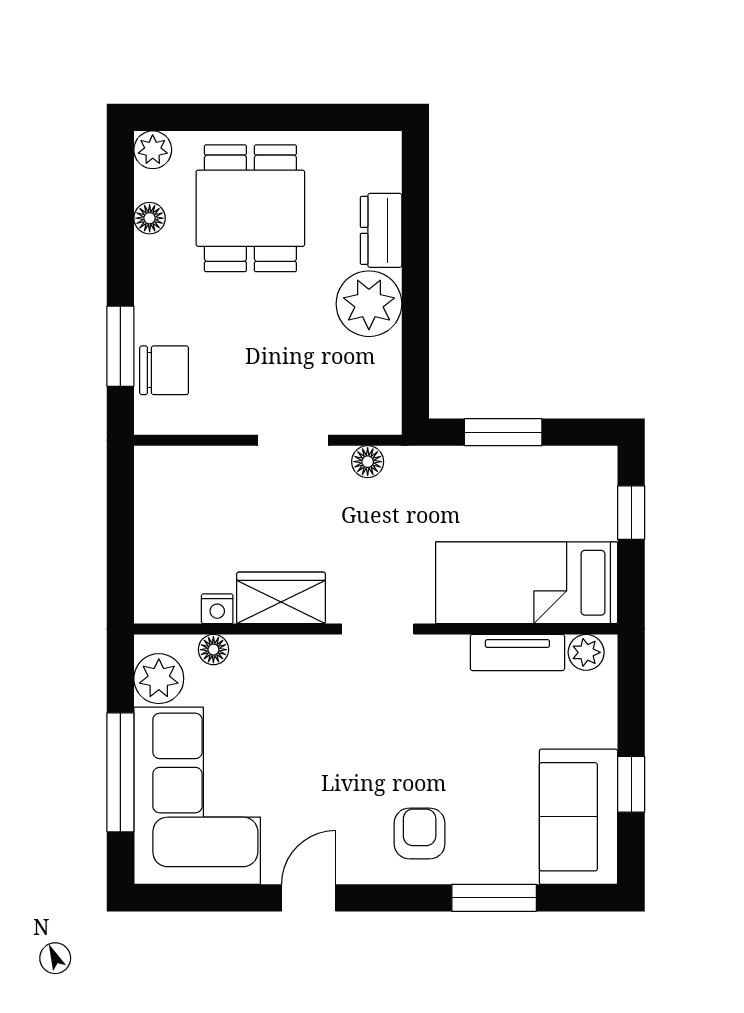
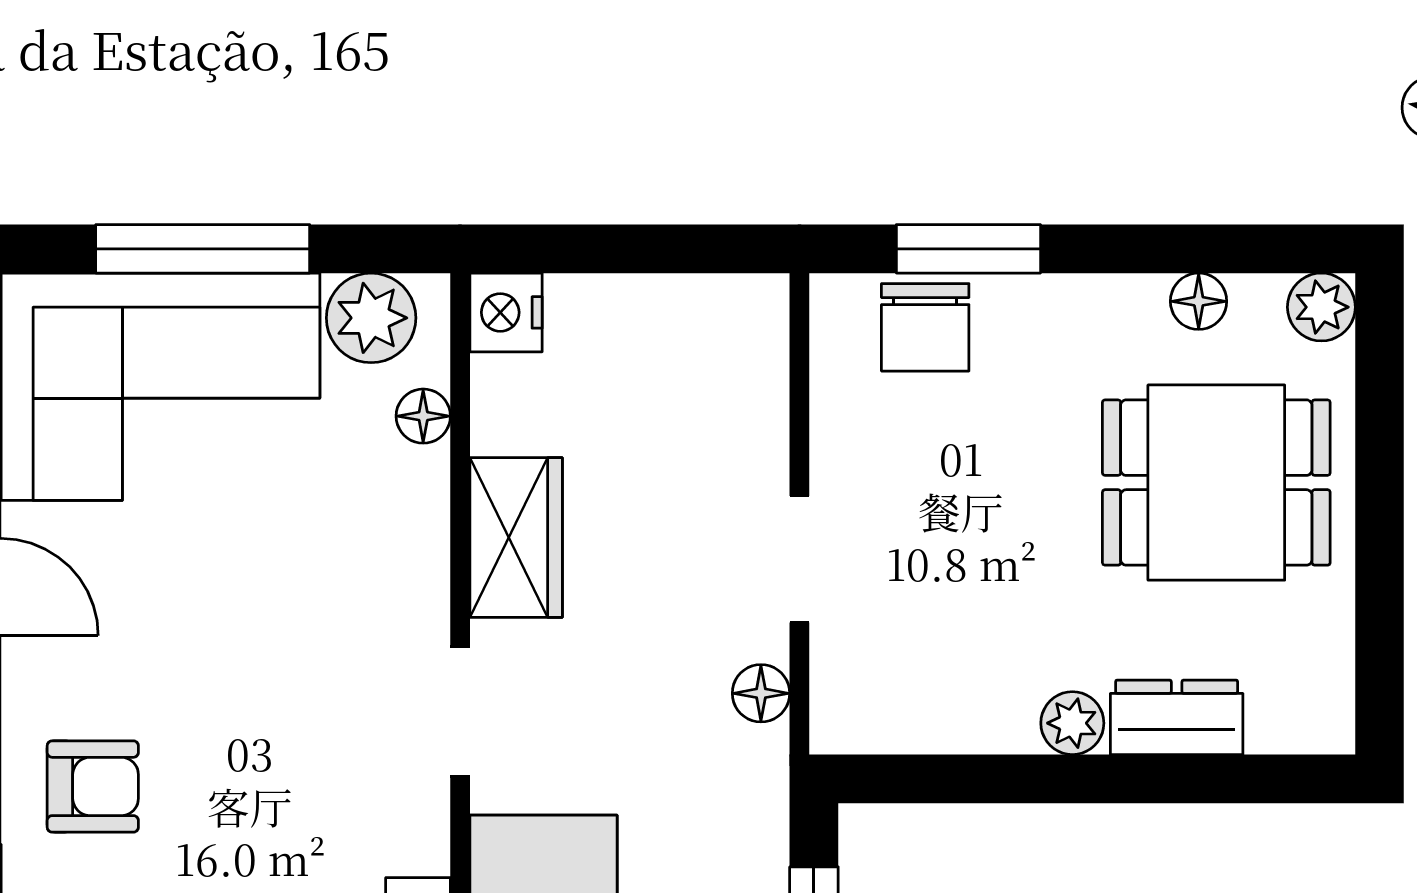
plant: (369, 304) -> (1072, 723), width x0.53, depth x0.53
nightstand: (217, 609) -> (506, 312), moved, width x1.39, depth x1.35

